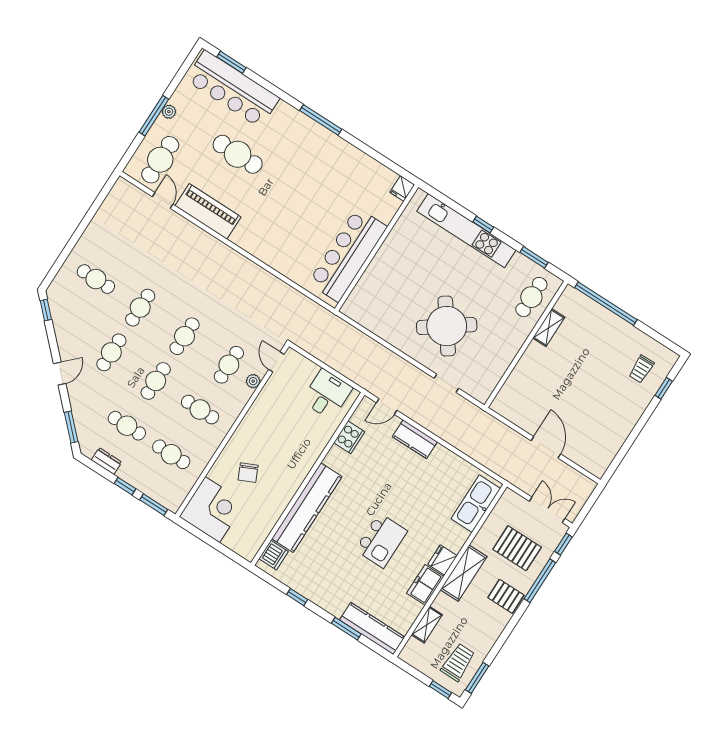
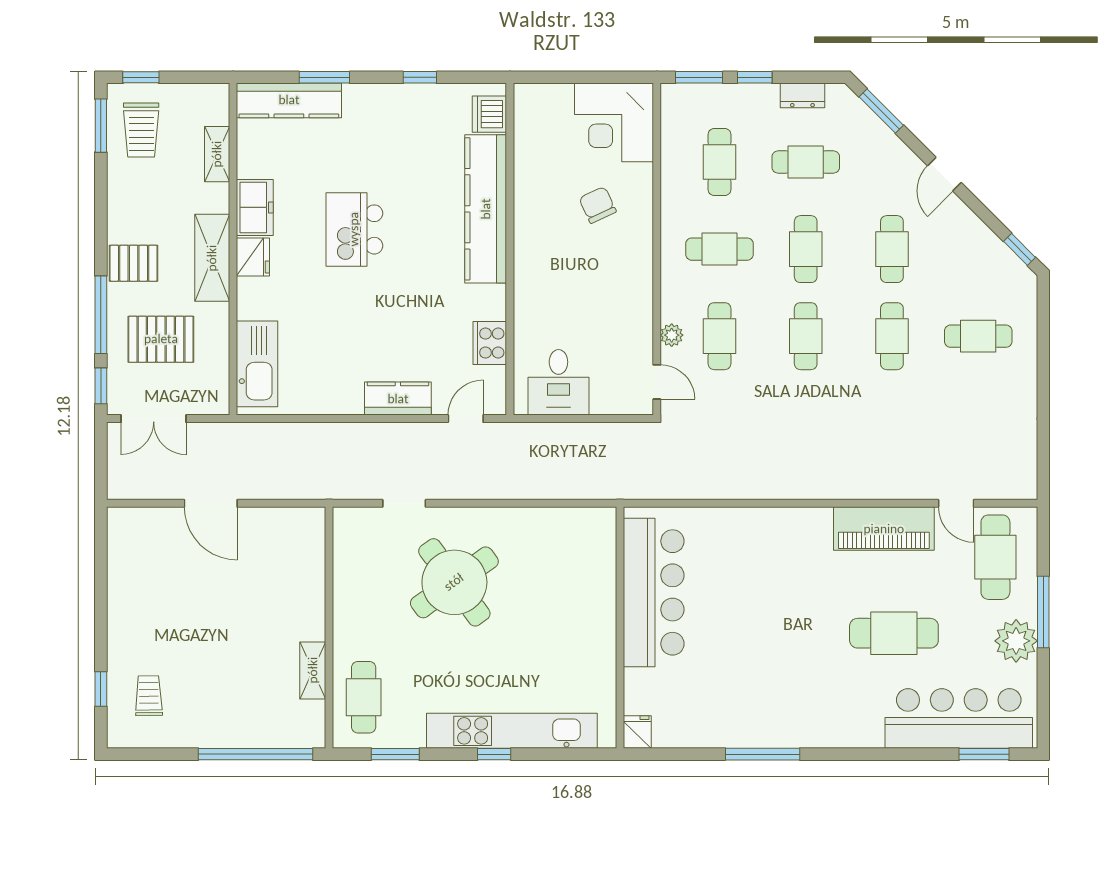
plant: (169, 112) -> (1016, 641), width x1.88, depth x1.88
window: (321, 120) -> (763, 754), moved
cafe table: (171, 454) -> (719, 162), turned 90

